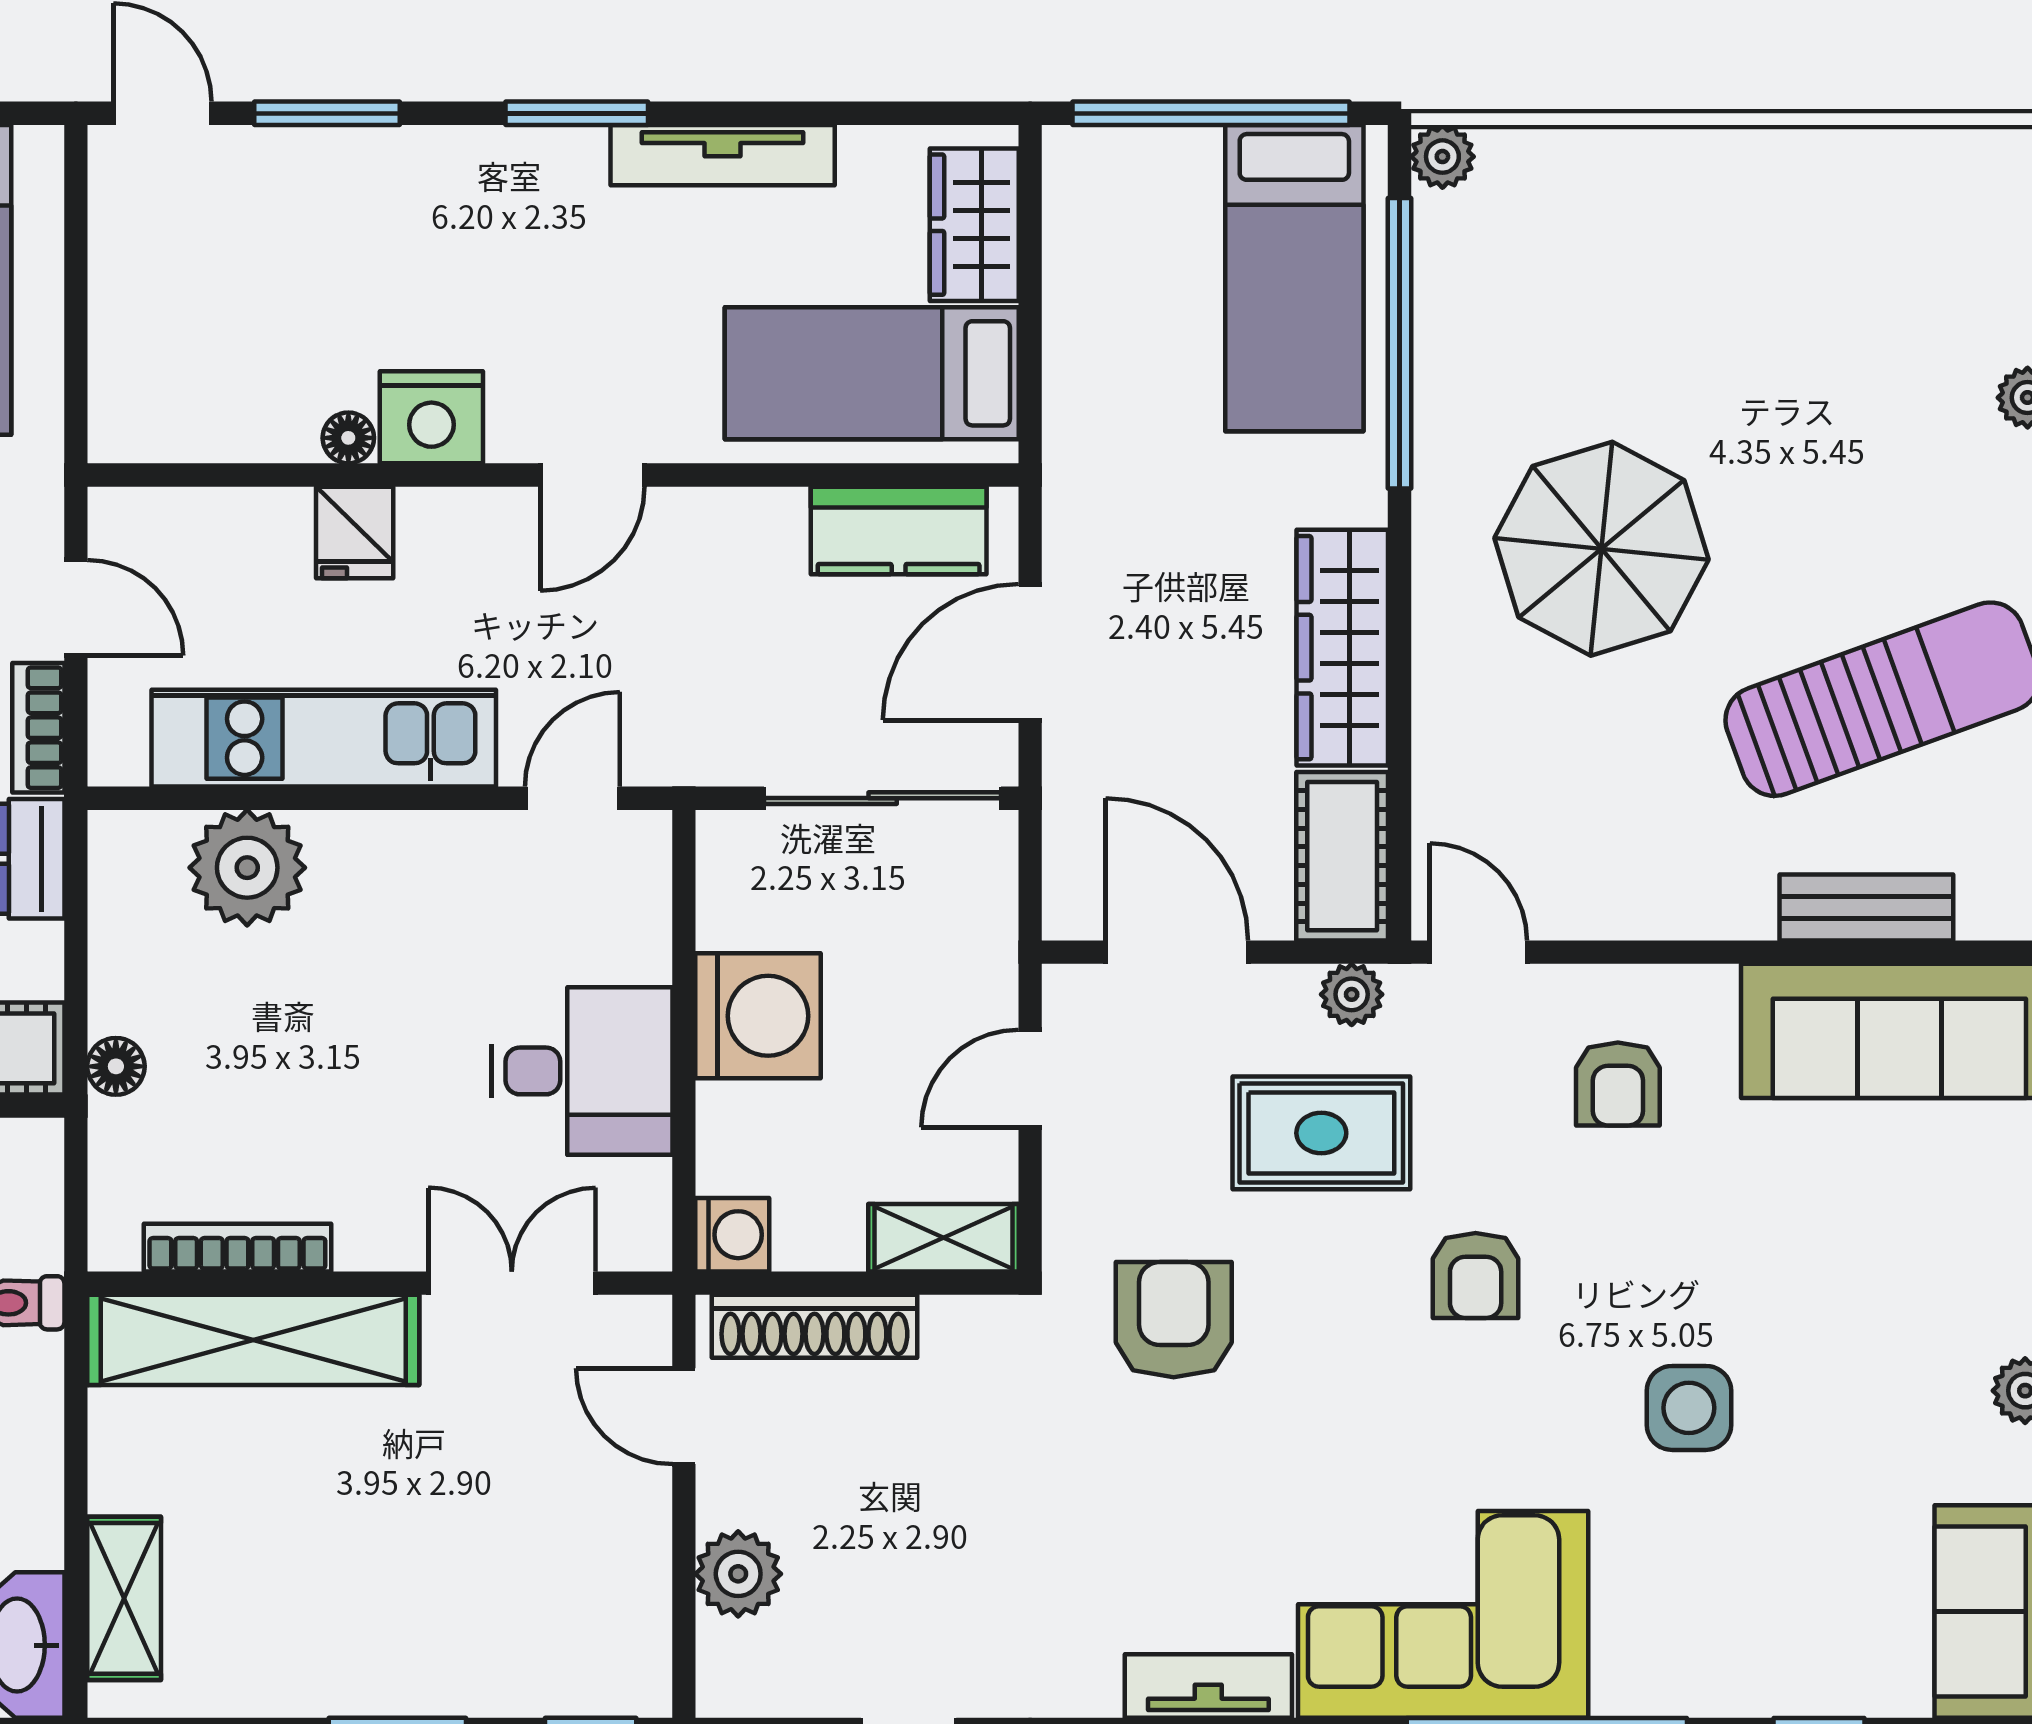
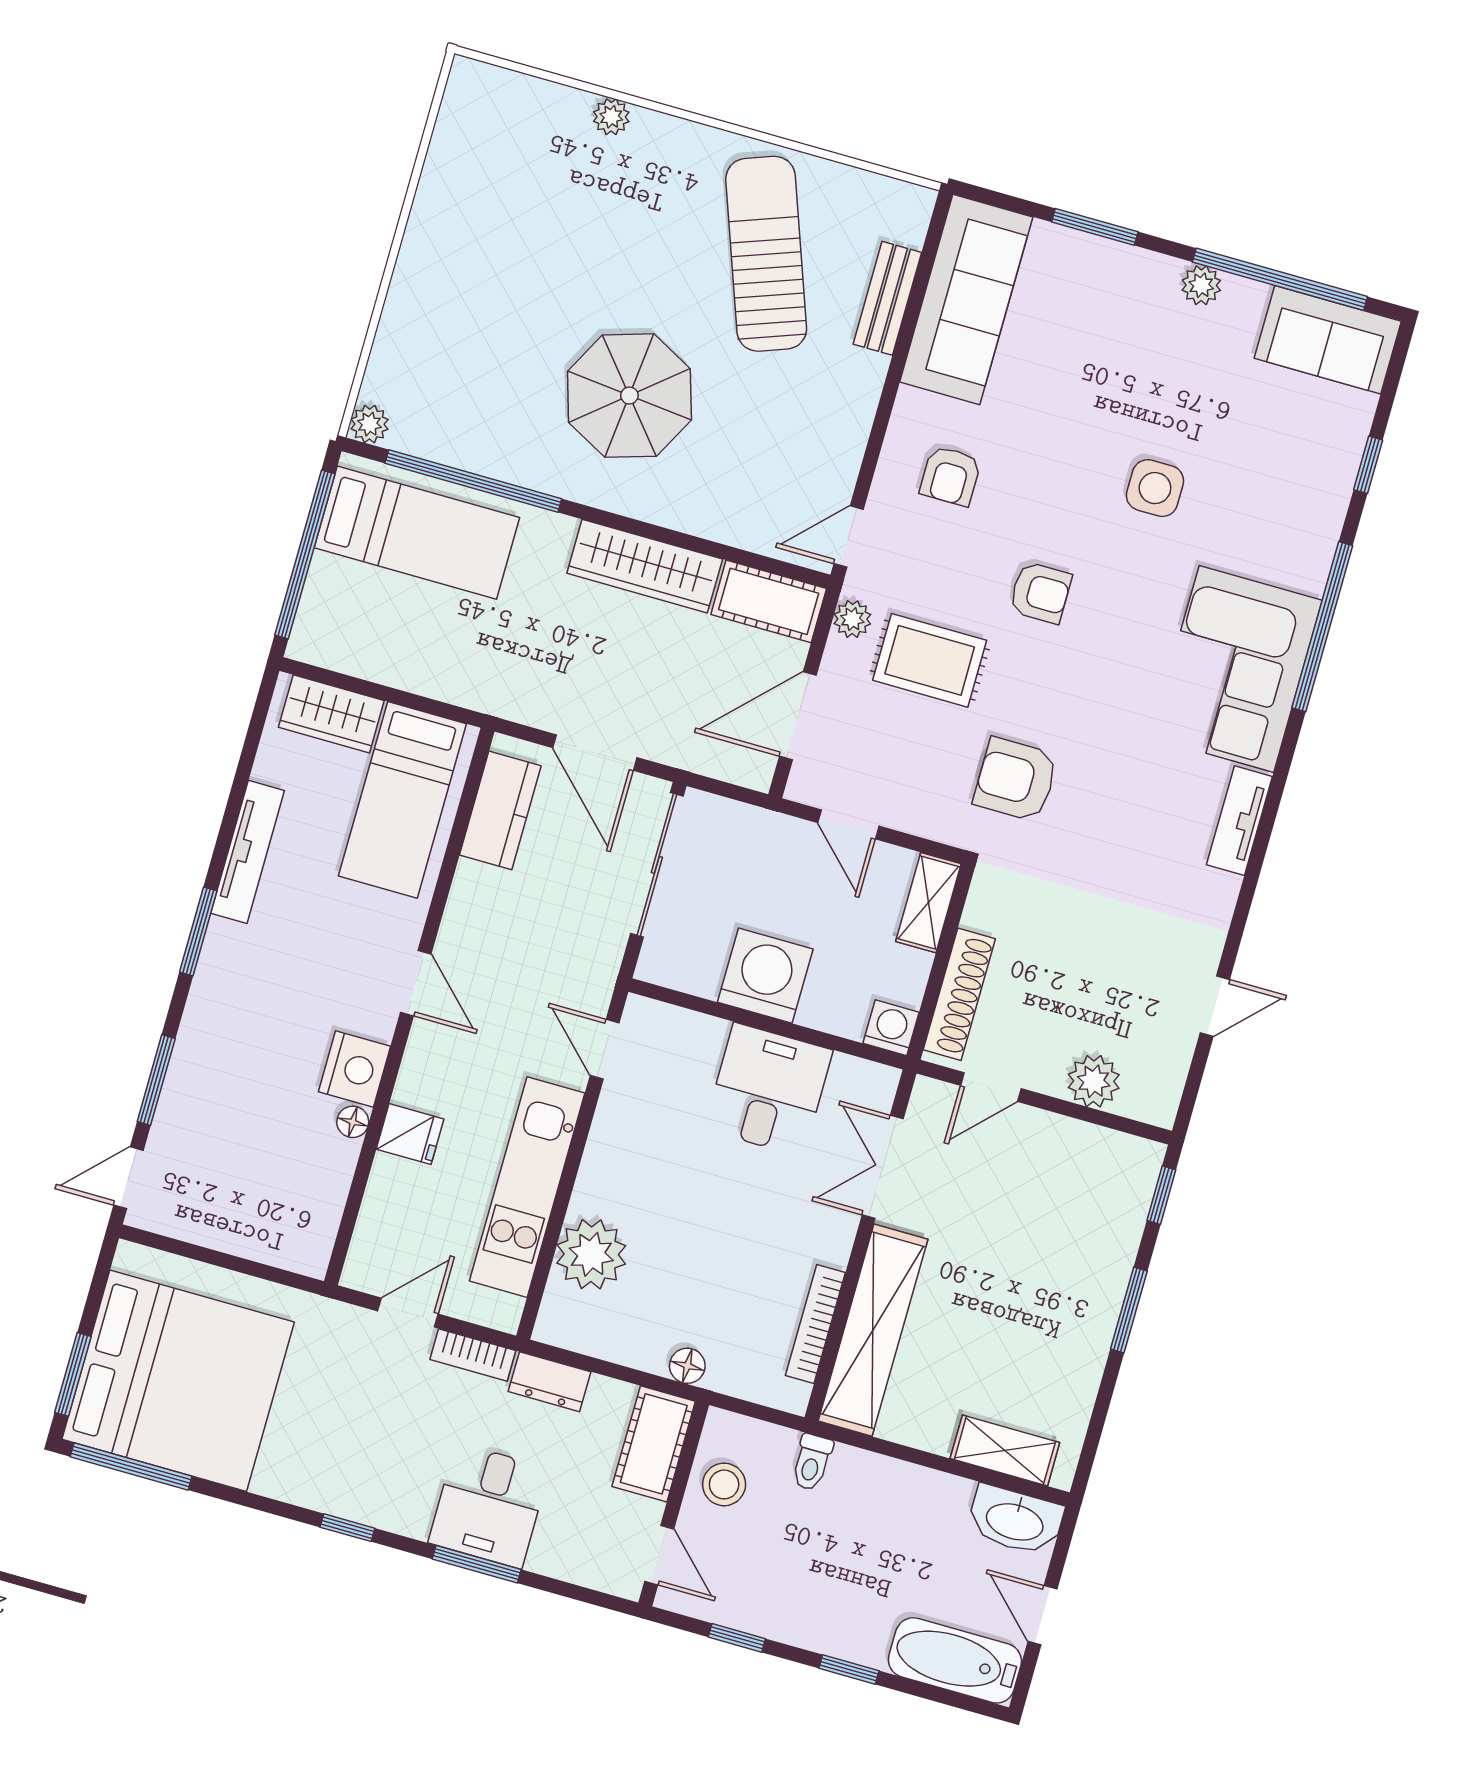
armchair: (1618, 1084) -> (950, 476), turned 90
rug: (1321, 1133) -> (930, 660), turned 90

